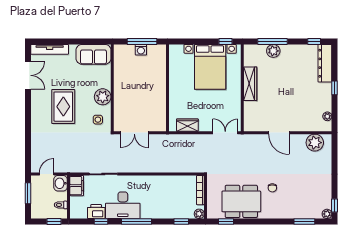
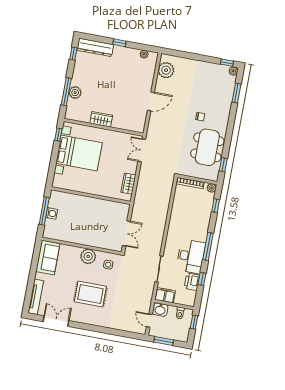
wardrobe: (250, 84) -> (101, 119), width x0.67

